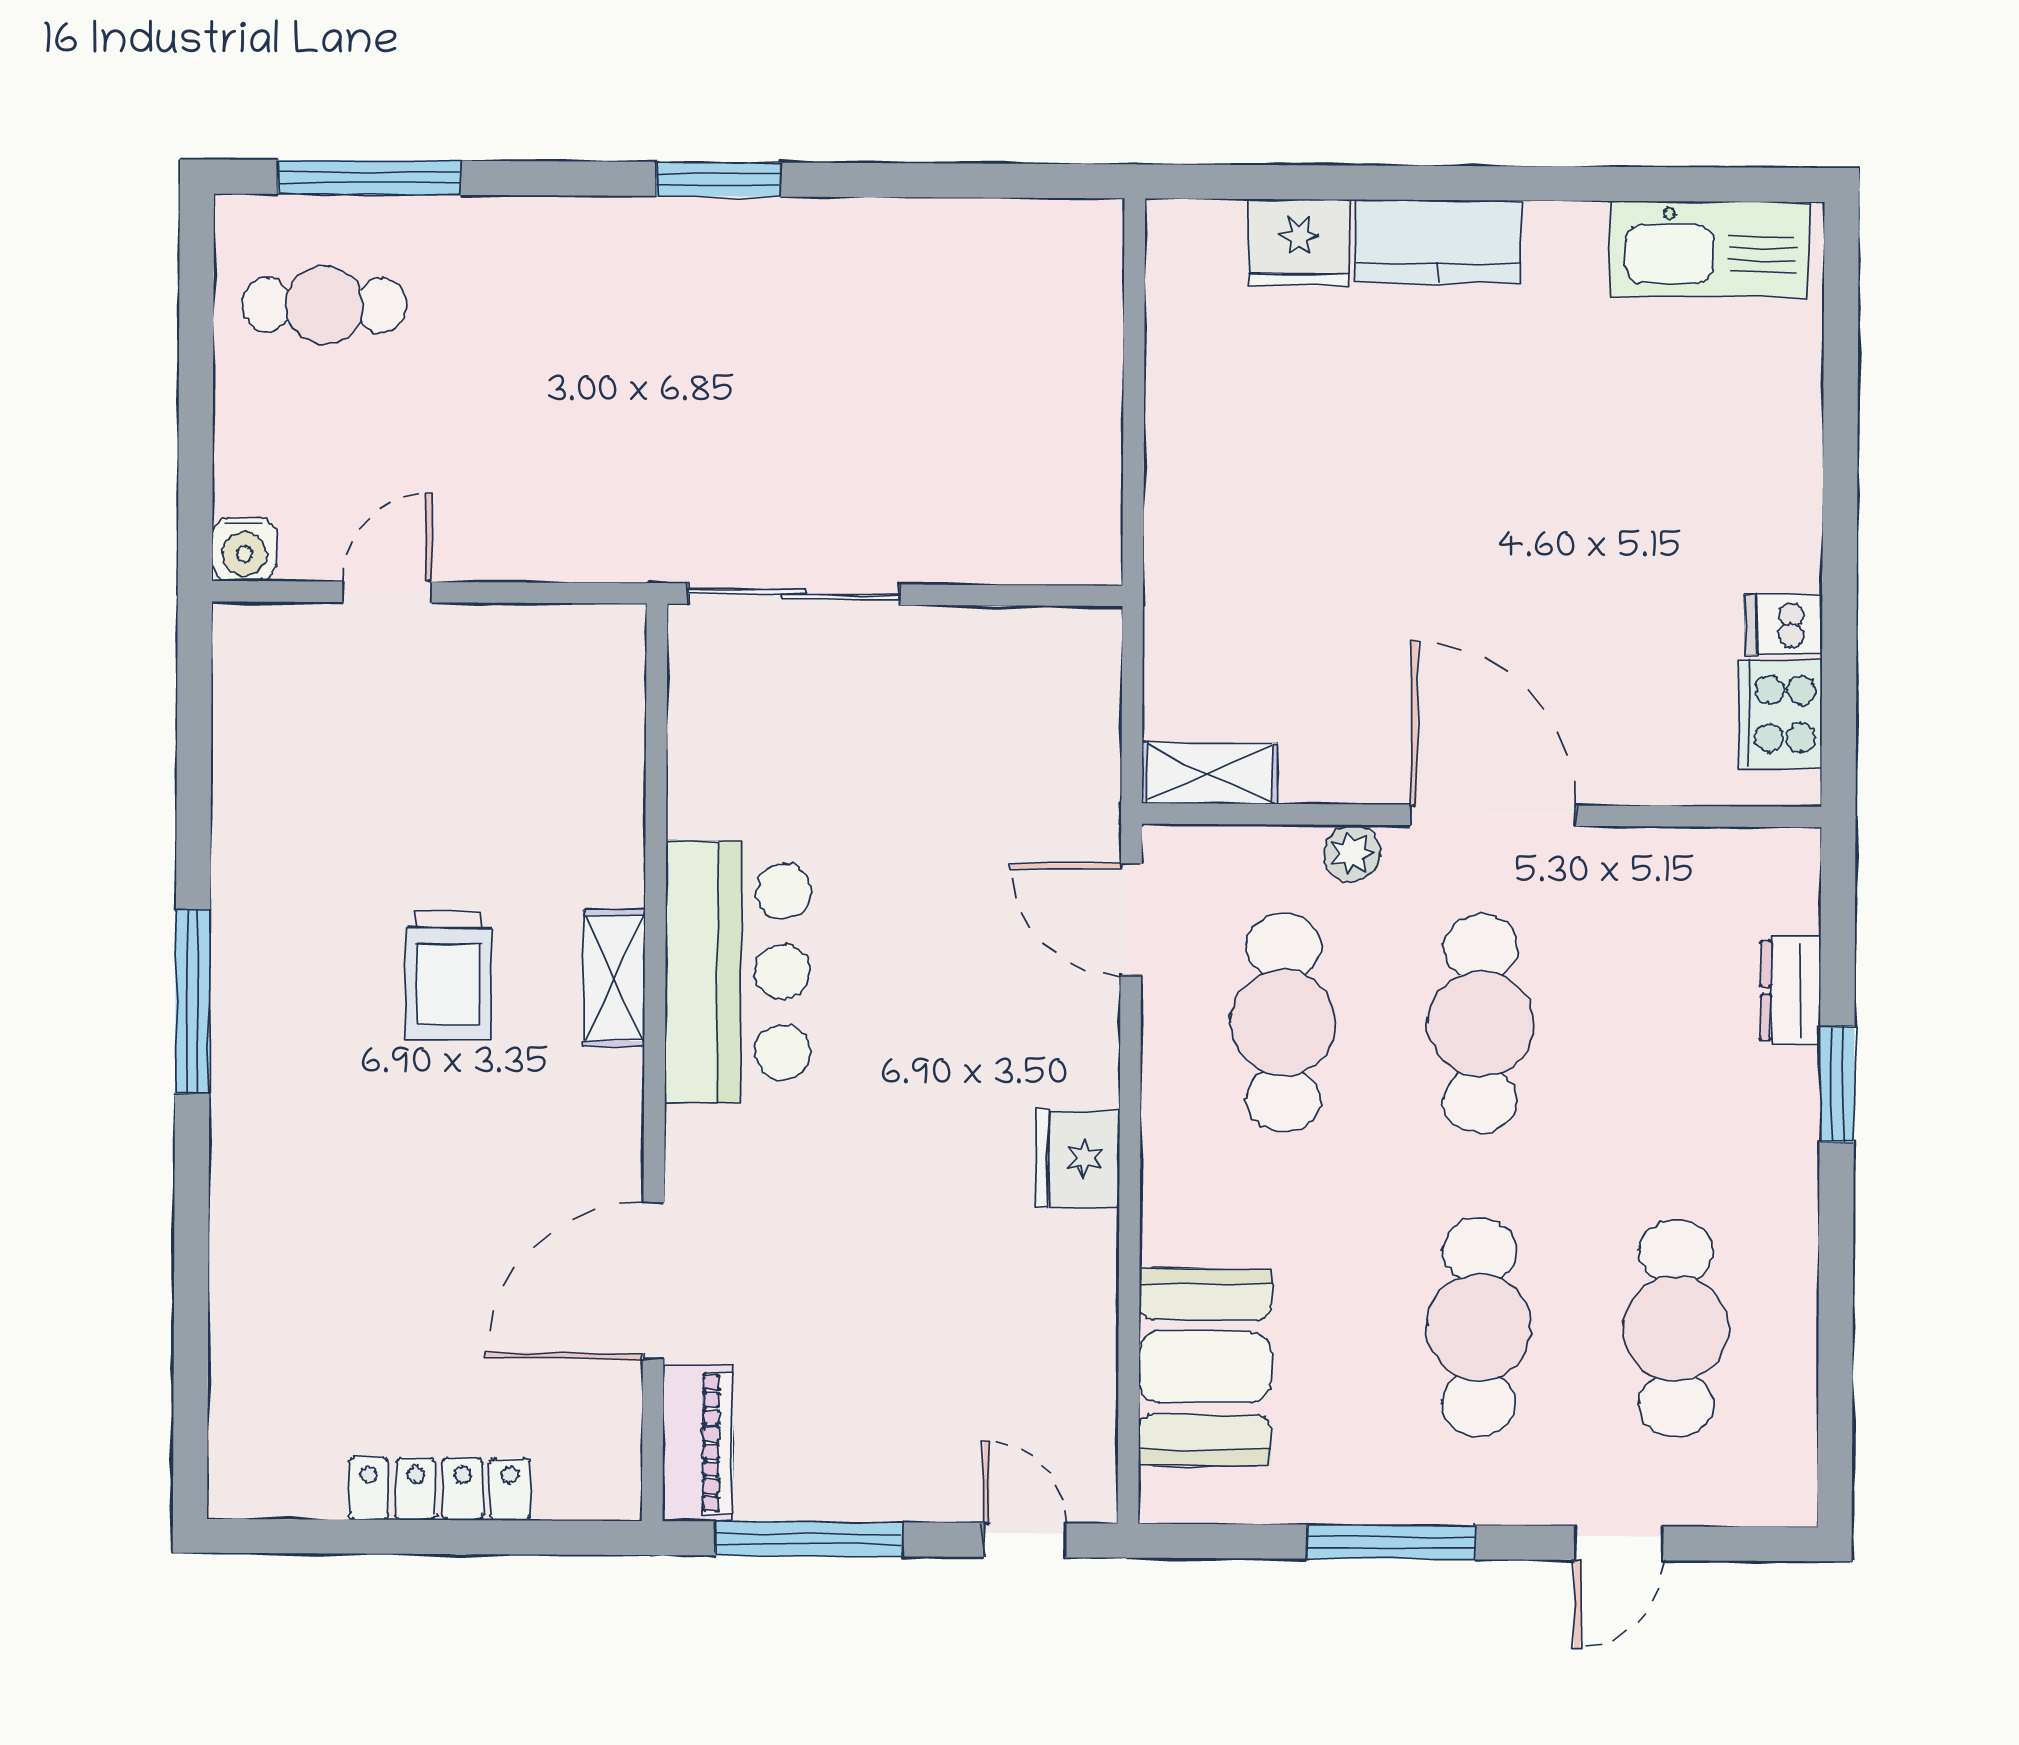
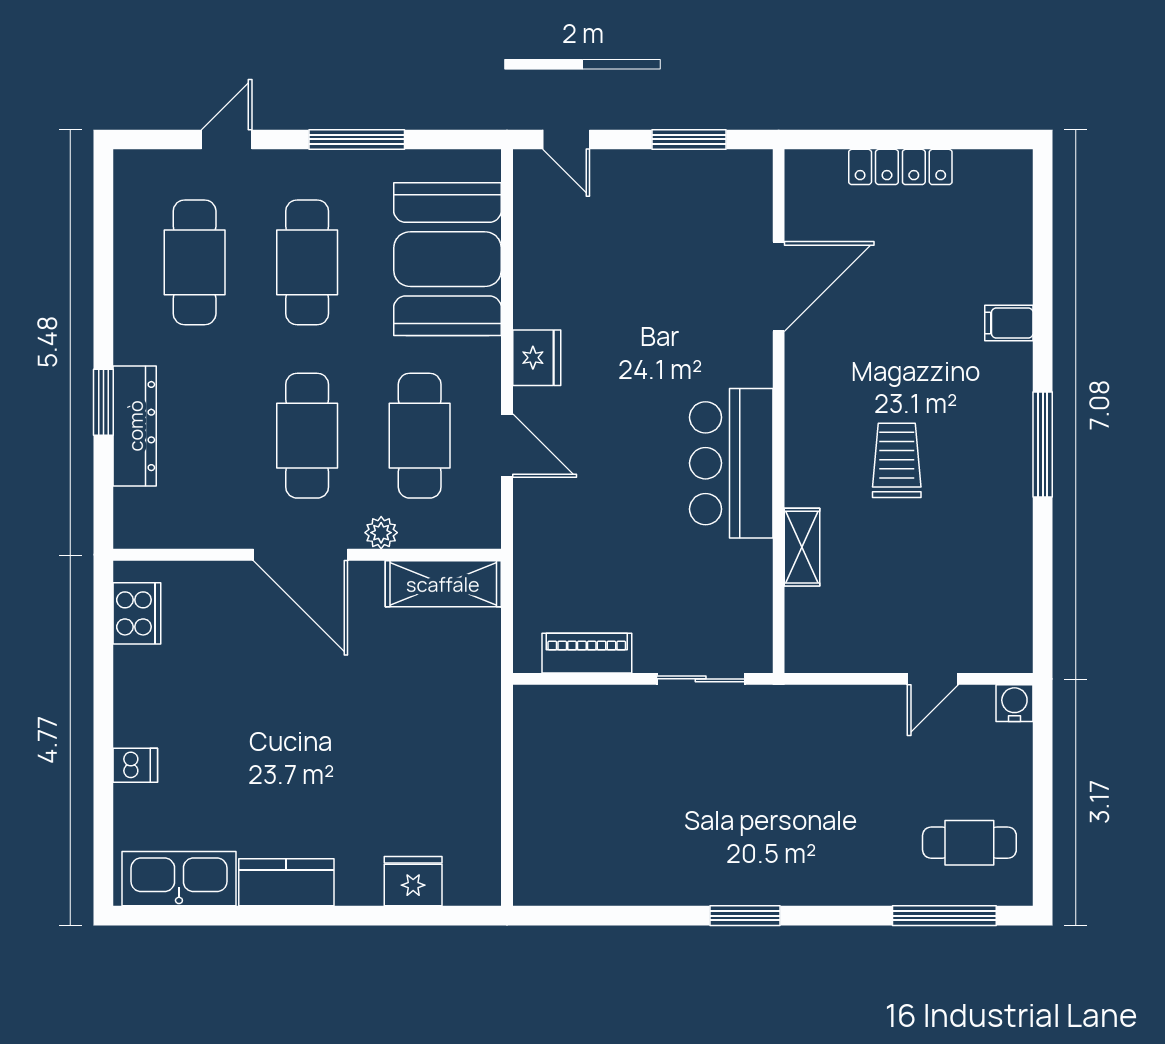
kitchen counter: (1438, 241) -> (286, 882), moved
sliding door: (794, 594) -> (701, 679), width x0.73
dishwasher: (1784, 625) -> (135, 765), moved
shelving: (1210, 773) -> (443, 584), width x1.50, depth x1.33
door: (1131, 920) -> (507, 446), moved
shelving: (614, 978) -> (802, 547), moved
dresser: (1790, 991) -> (135, 426), width x1.96, depth x1.24
filing cabinet: (251, 1215) -> (1009, 323), added
booth: (1205, 1367) -> (448, 259), width x1.36, depth x1.42
piano: (698, 1443) -> (587, 653), moved, turned 90
window: (809, 1539) -> (689, 139), width x0.69

